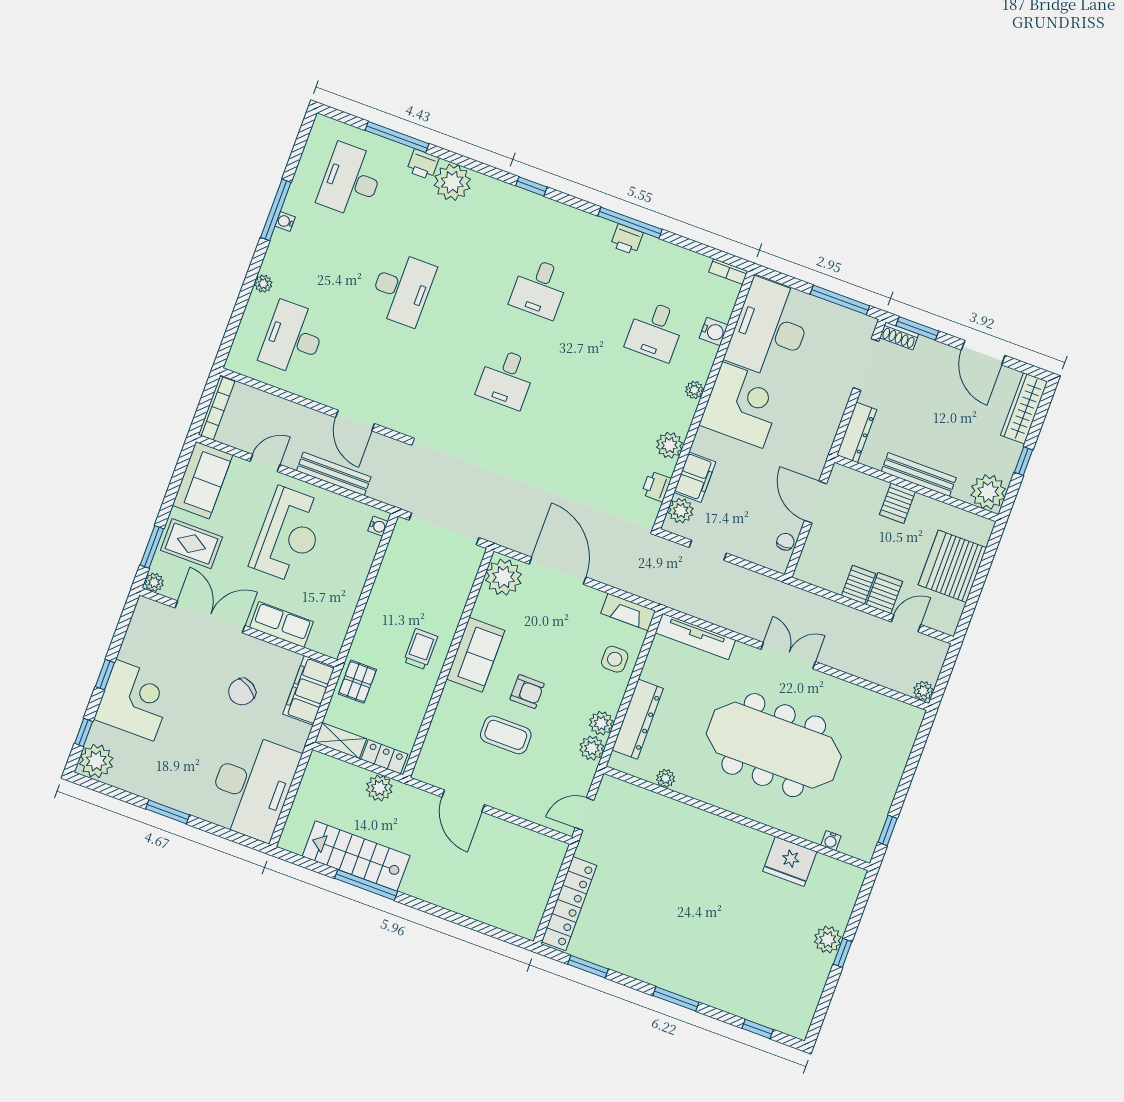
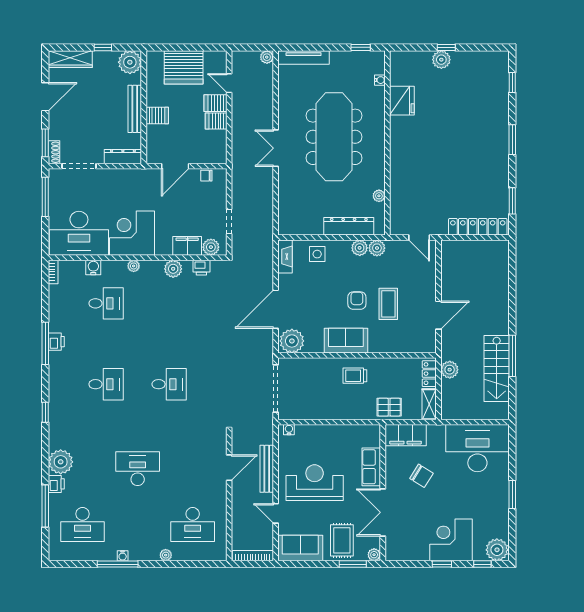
tv unit: (695, 636) -> (304, 58), moved, turned 90

